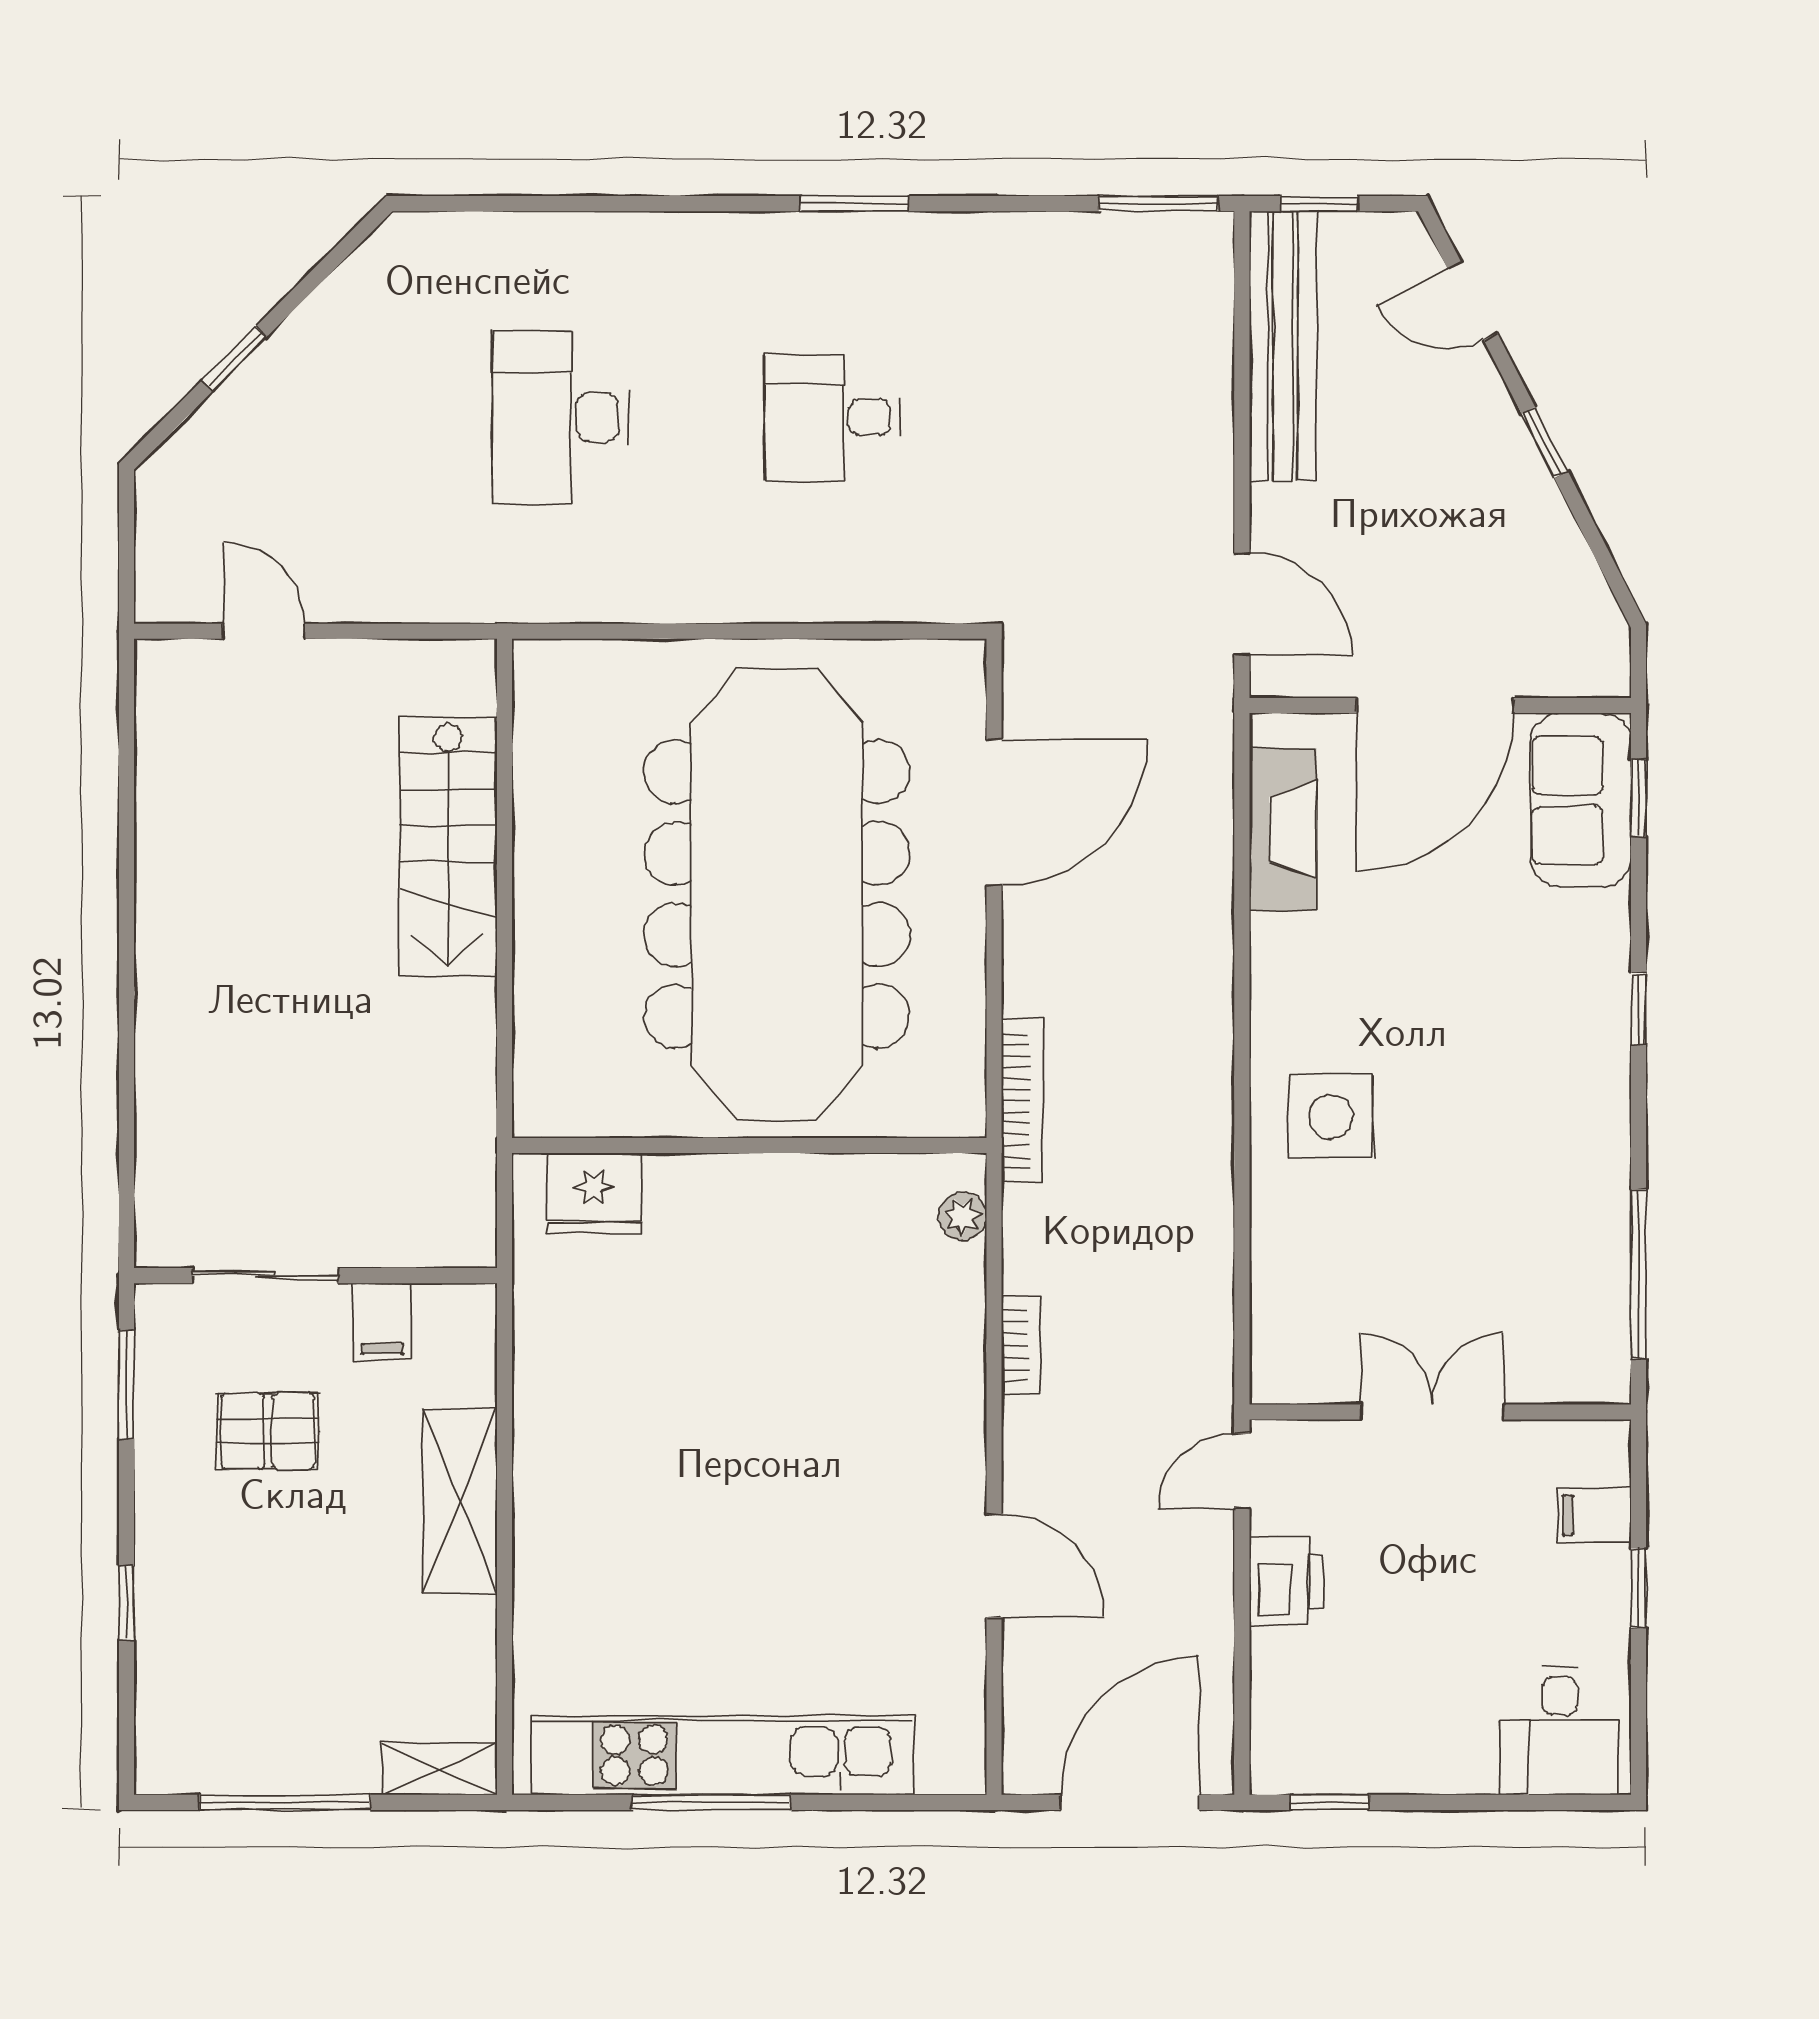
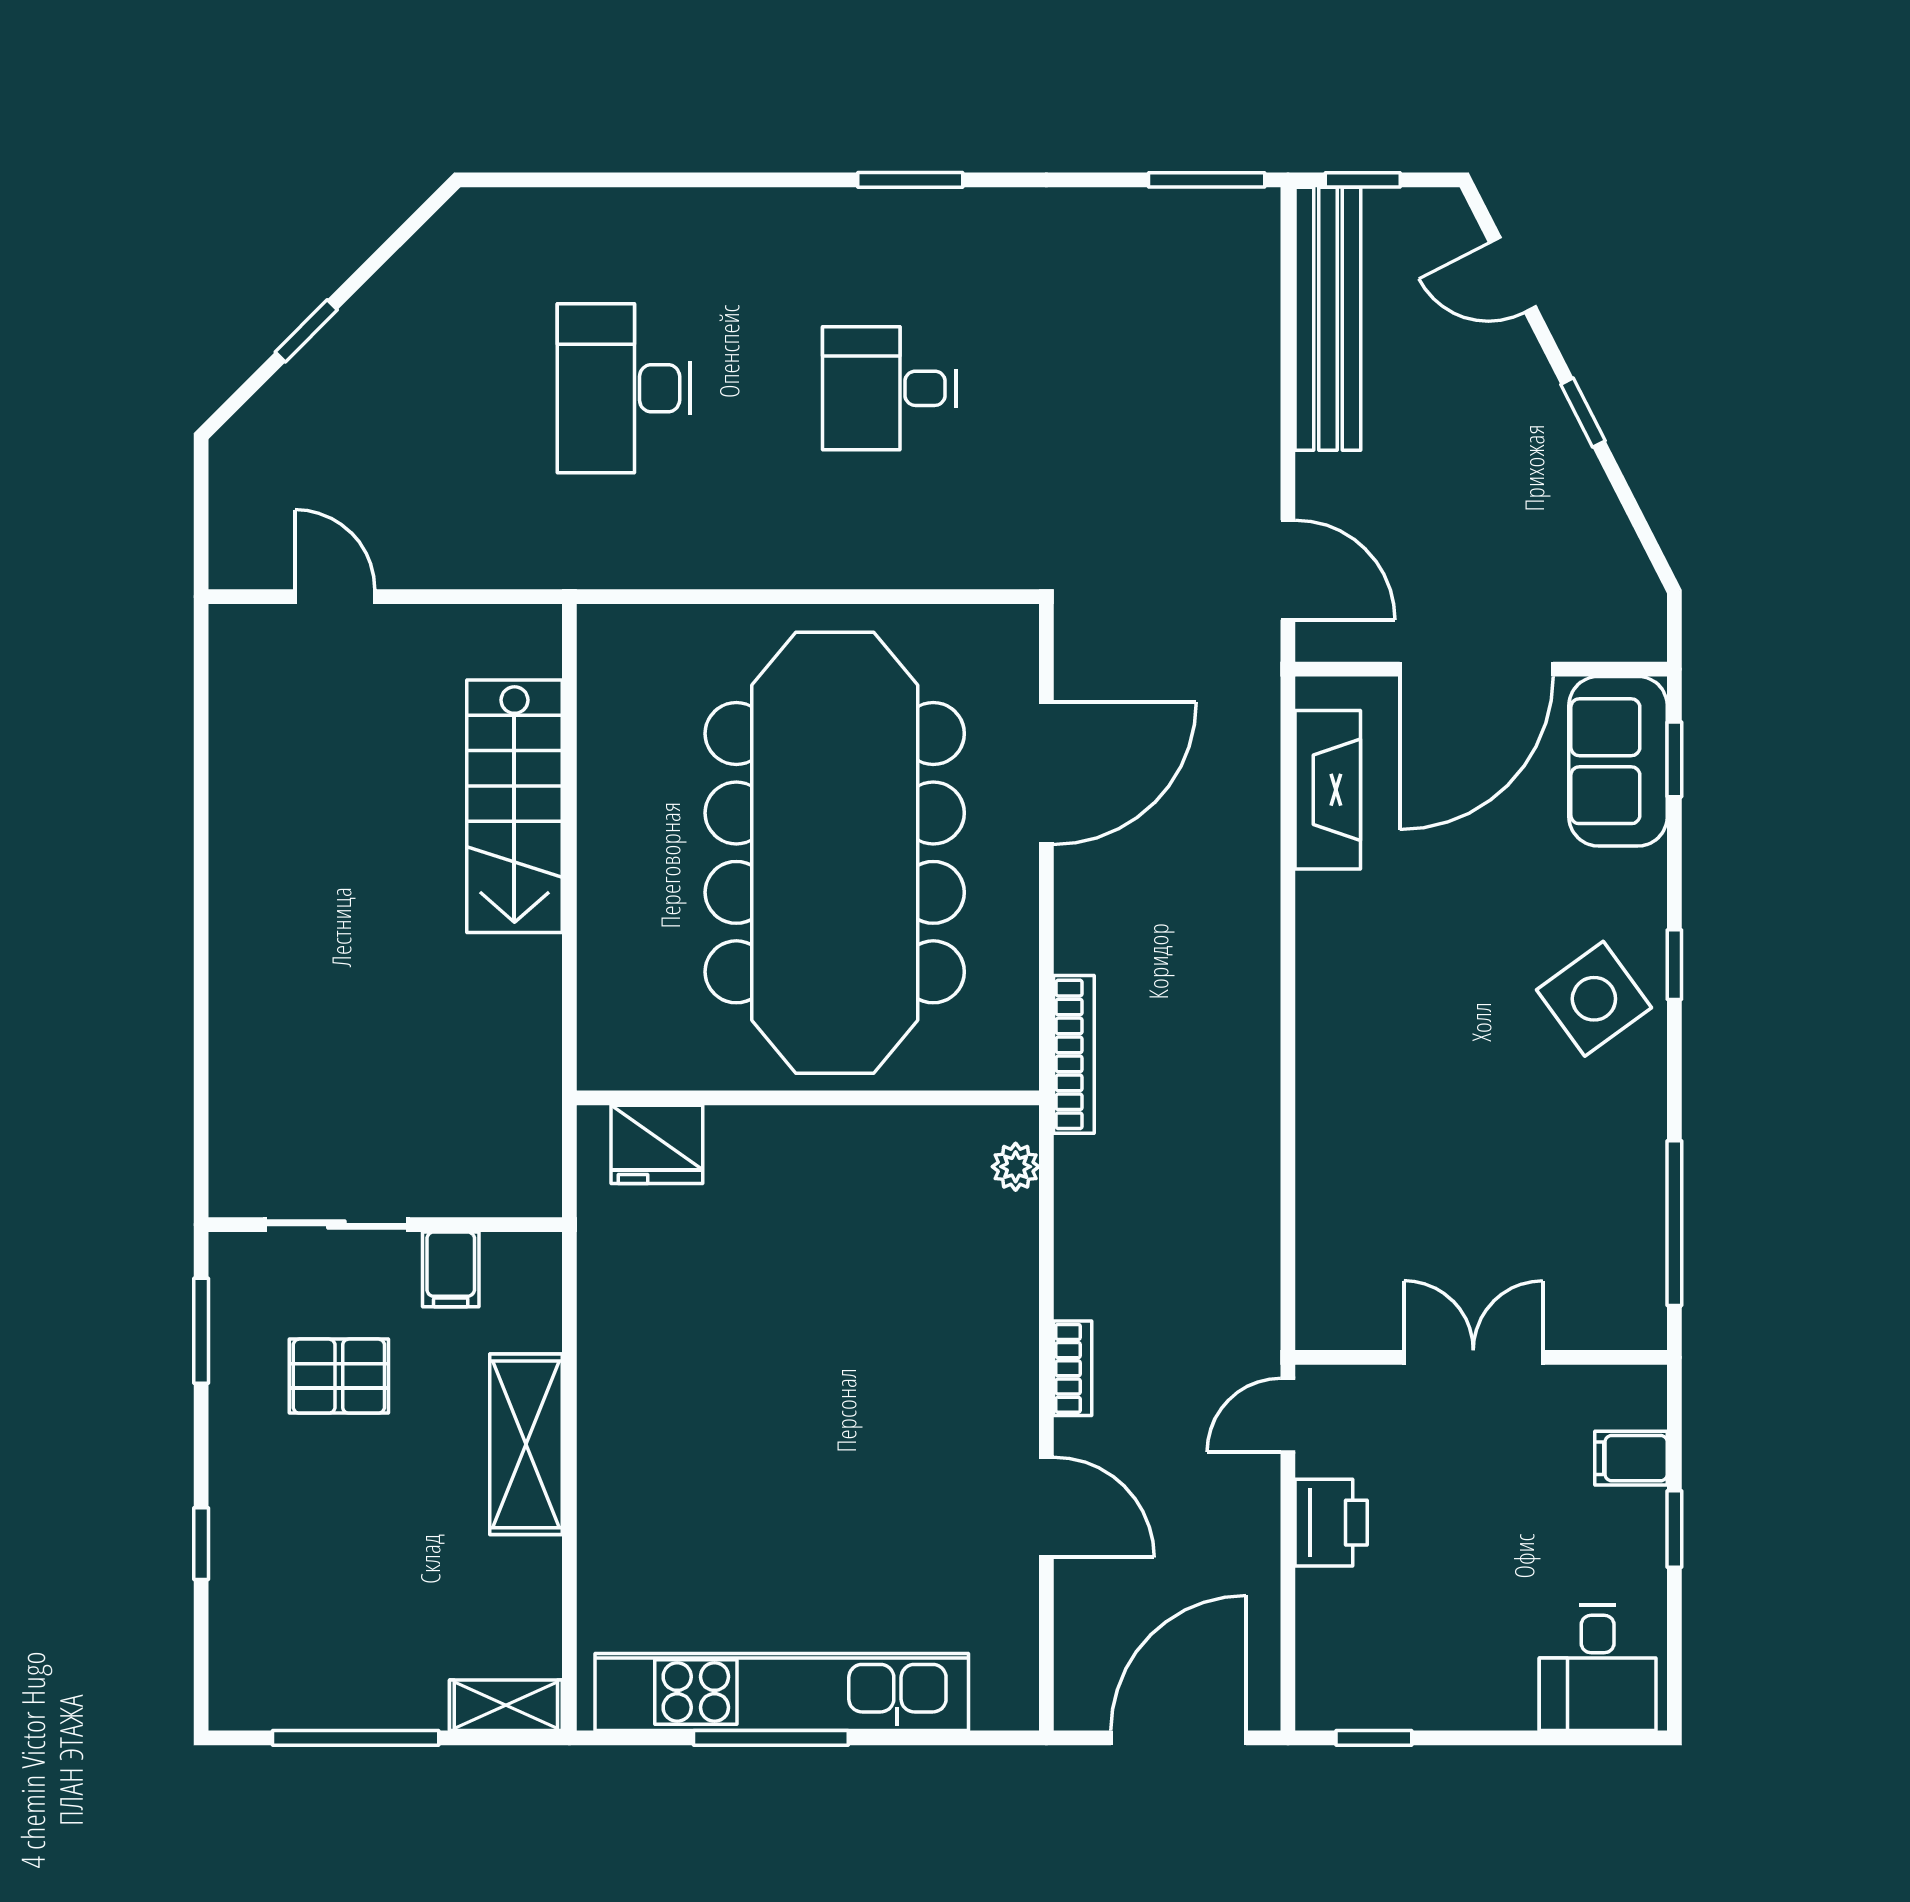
side table: (1331, 1117) -> (1594, 999), moved, turned -36
bookcase: (1021, 1345) -> (1073, 1368), moved

